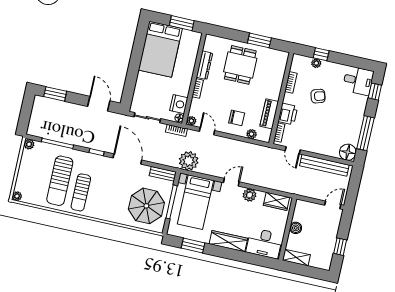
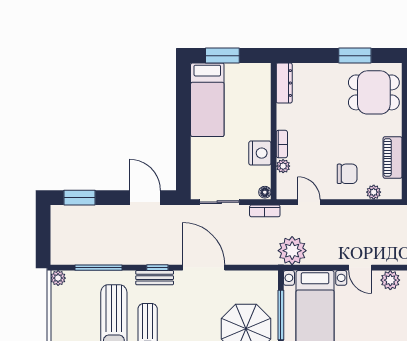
window: (182, 23) -> (222, 56), moved
bed: (160, 49) -> (207, 100), width x0.67
dresser: (204, 65) -> (284, 83), moved
dining table: (240, 65) -> (374, 92), moved, turned 90
nightstand: (179, 104) -> (260, 153), moved
plant: (191, 121) -> (283, 166), moved
bench: (163, 174) -> (155, 278), moved
door: (231, 182) -> (360, 268), swing flipped

